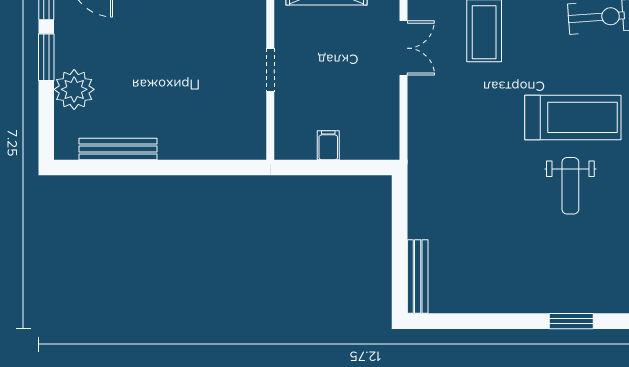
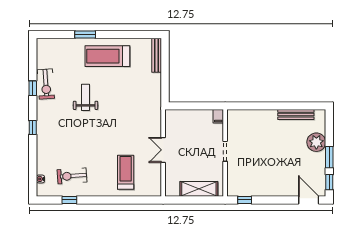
double door: (403, 48) -> (163, 150), moved
treadmill: (573, 117) -> (107, 56), moved
filing cabinet: (328, 145) -> (218, 116), moved

